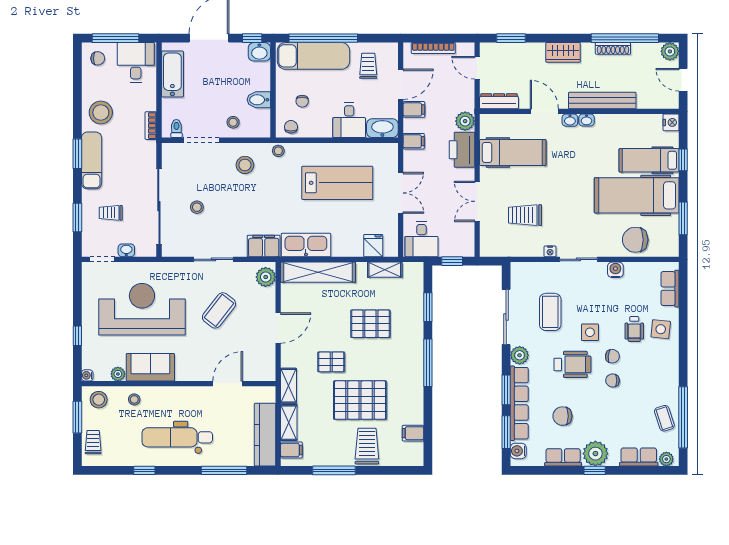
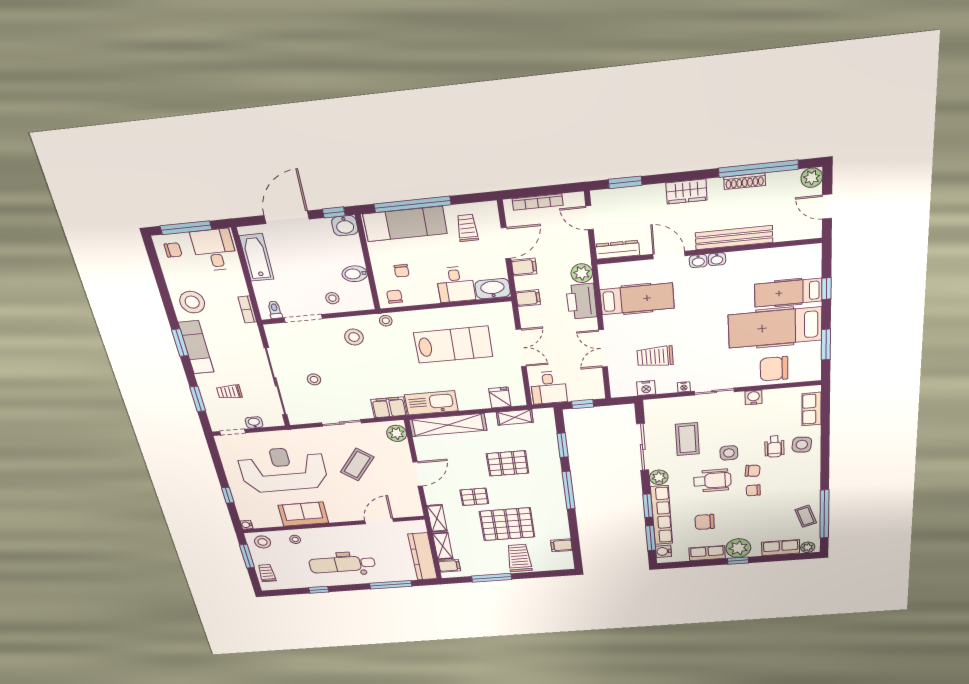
nightstand: (671, 122) -> (646, 388), moved, turned 90
plant: (118, 374) -> (275, 522), removed

